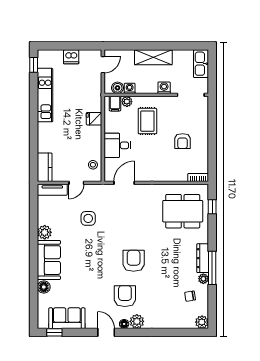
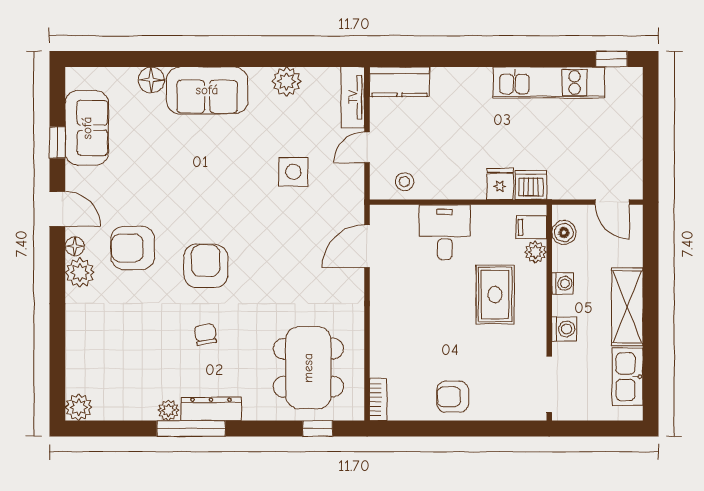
dishwasher: (71, 57) -> (531, 185), moved, turned 90
kitchen sink: (201, 64) -> (628, 377), moved, turned -90
washing machine: (130, 88) -> (563, 283), moved
rug: (147, 121) -> (495, 295), turned 90
armchair: (183, 141) -> (453, 397), moved
door: (76, 183) -> (367, 147), hinge flipped
door: (124, 183) -> (367, 246), swing flipped
plant: (45, 232) -> (287, 81), moved
armchair: (134, 261) -> (206, 266), turned -90
armchair: (125, 296) -> (133, 248), turned 180
chair: (190, 296) -> (205, 335), moved
window: (54, 332) -> (57, 142), moved
door: (106, 332) -> (57, 209), hinge flipped

